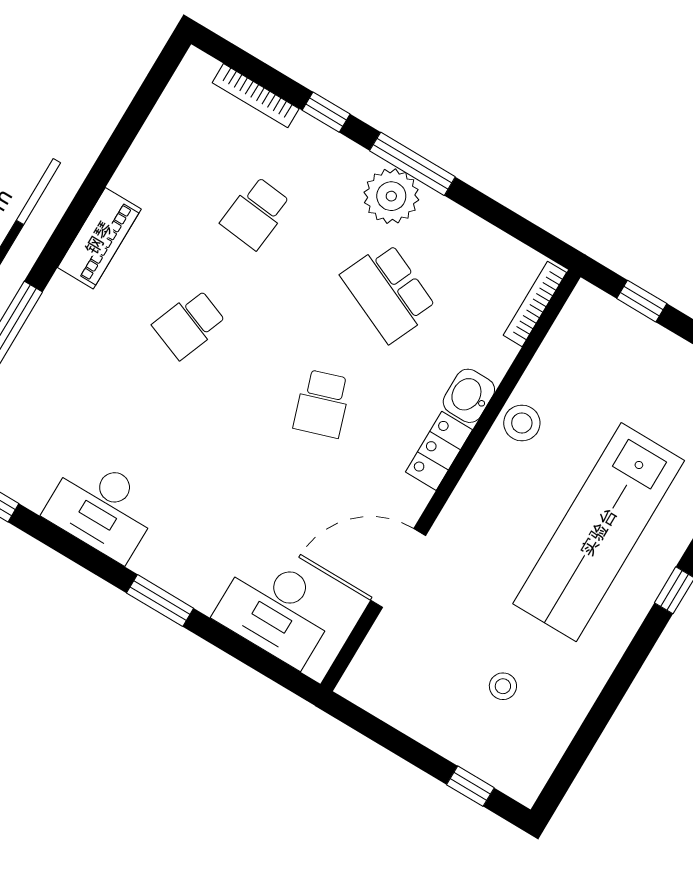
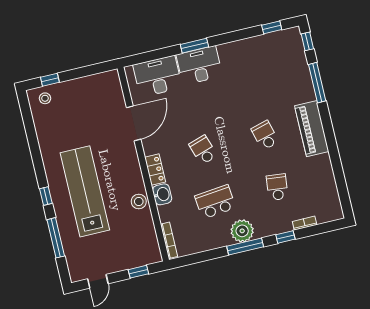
bookcase: (256, 96) -> (305, 223), width x0.64
piano: (99, 238) -> (312, 129), width x1.37, depth x1.33
school desk: (389, 293) -> (215, 202), turned -30
school desk: (189, 324) -> (265, 135), turned -36
desk: (102, 508) -> (199, 65), moved
stool: (503, 686) -> (45, 98), moved

